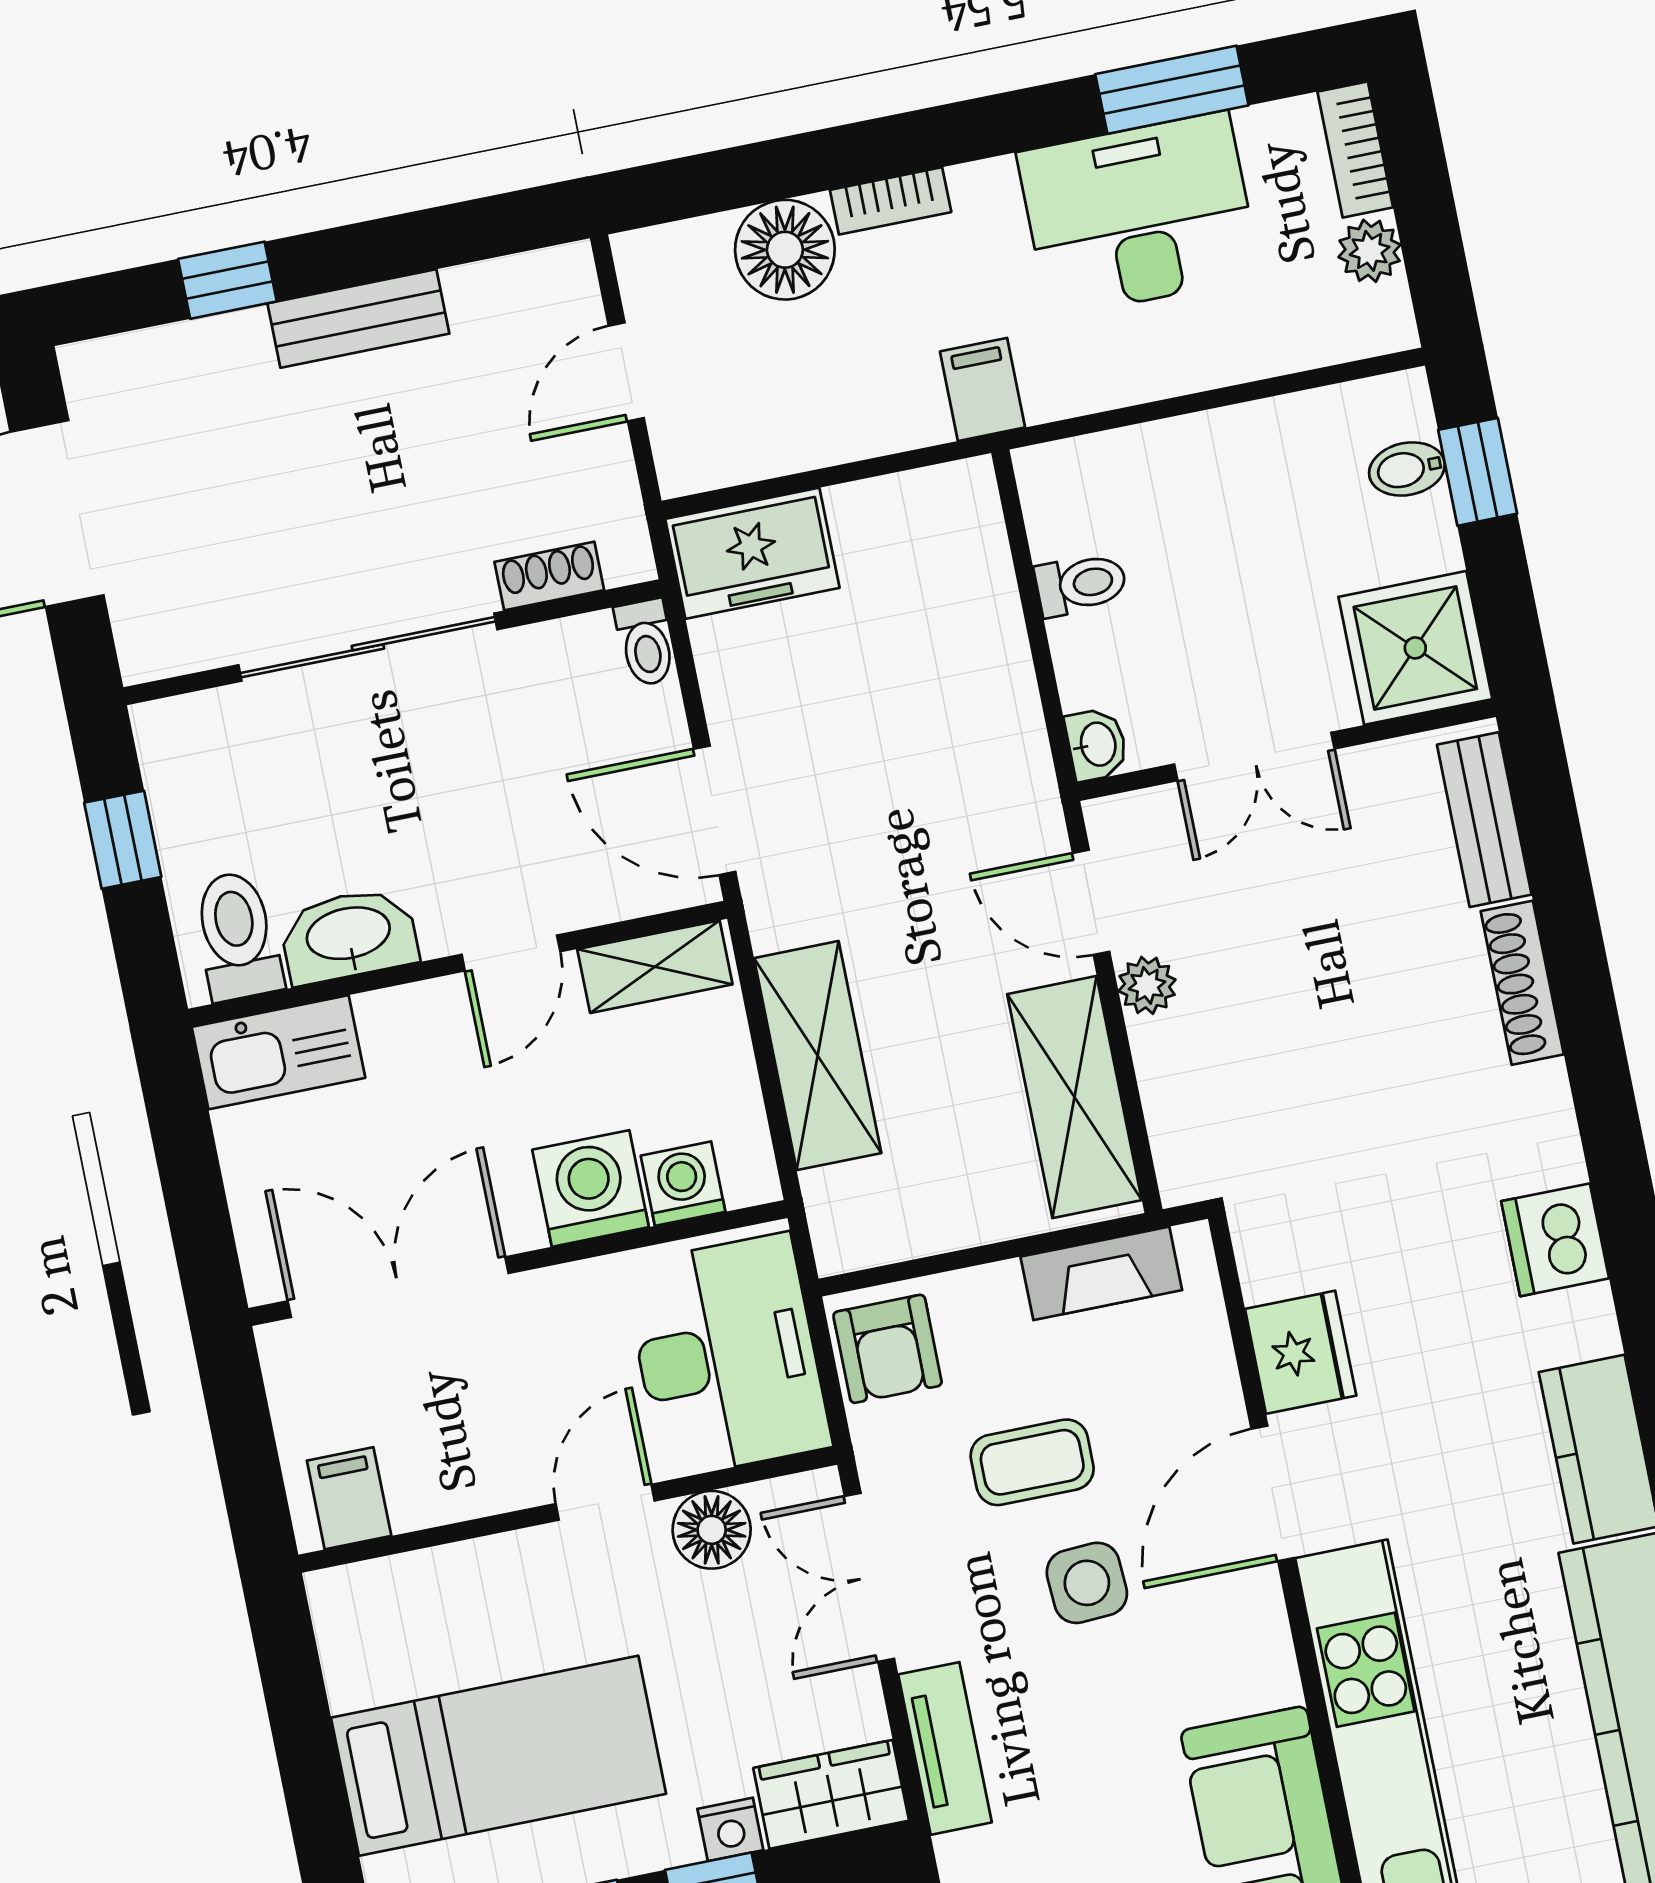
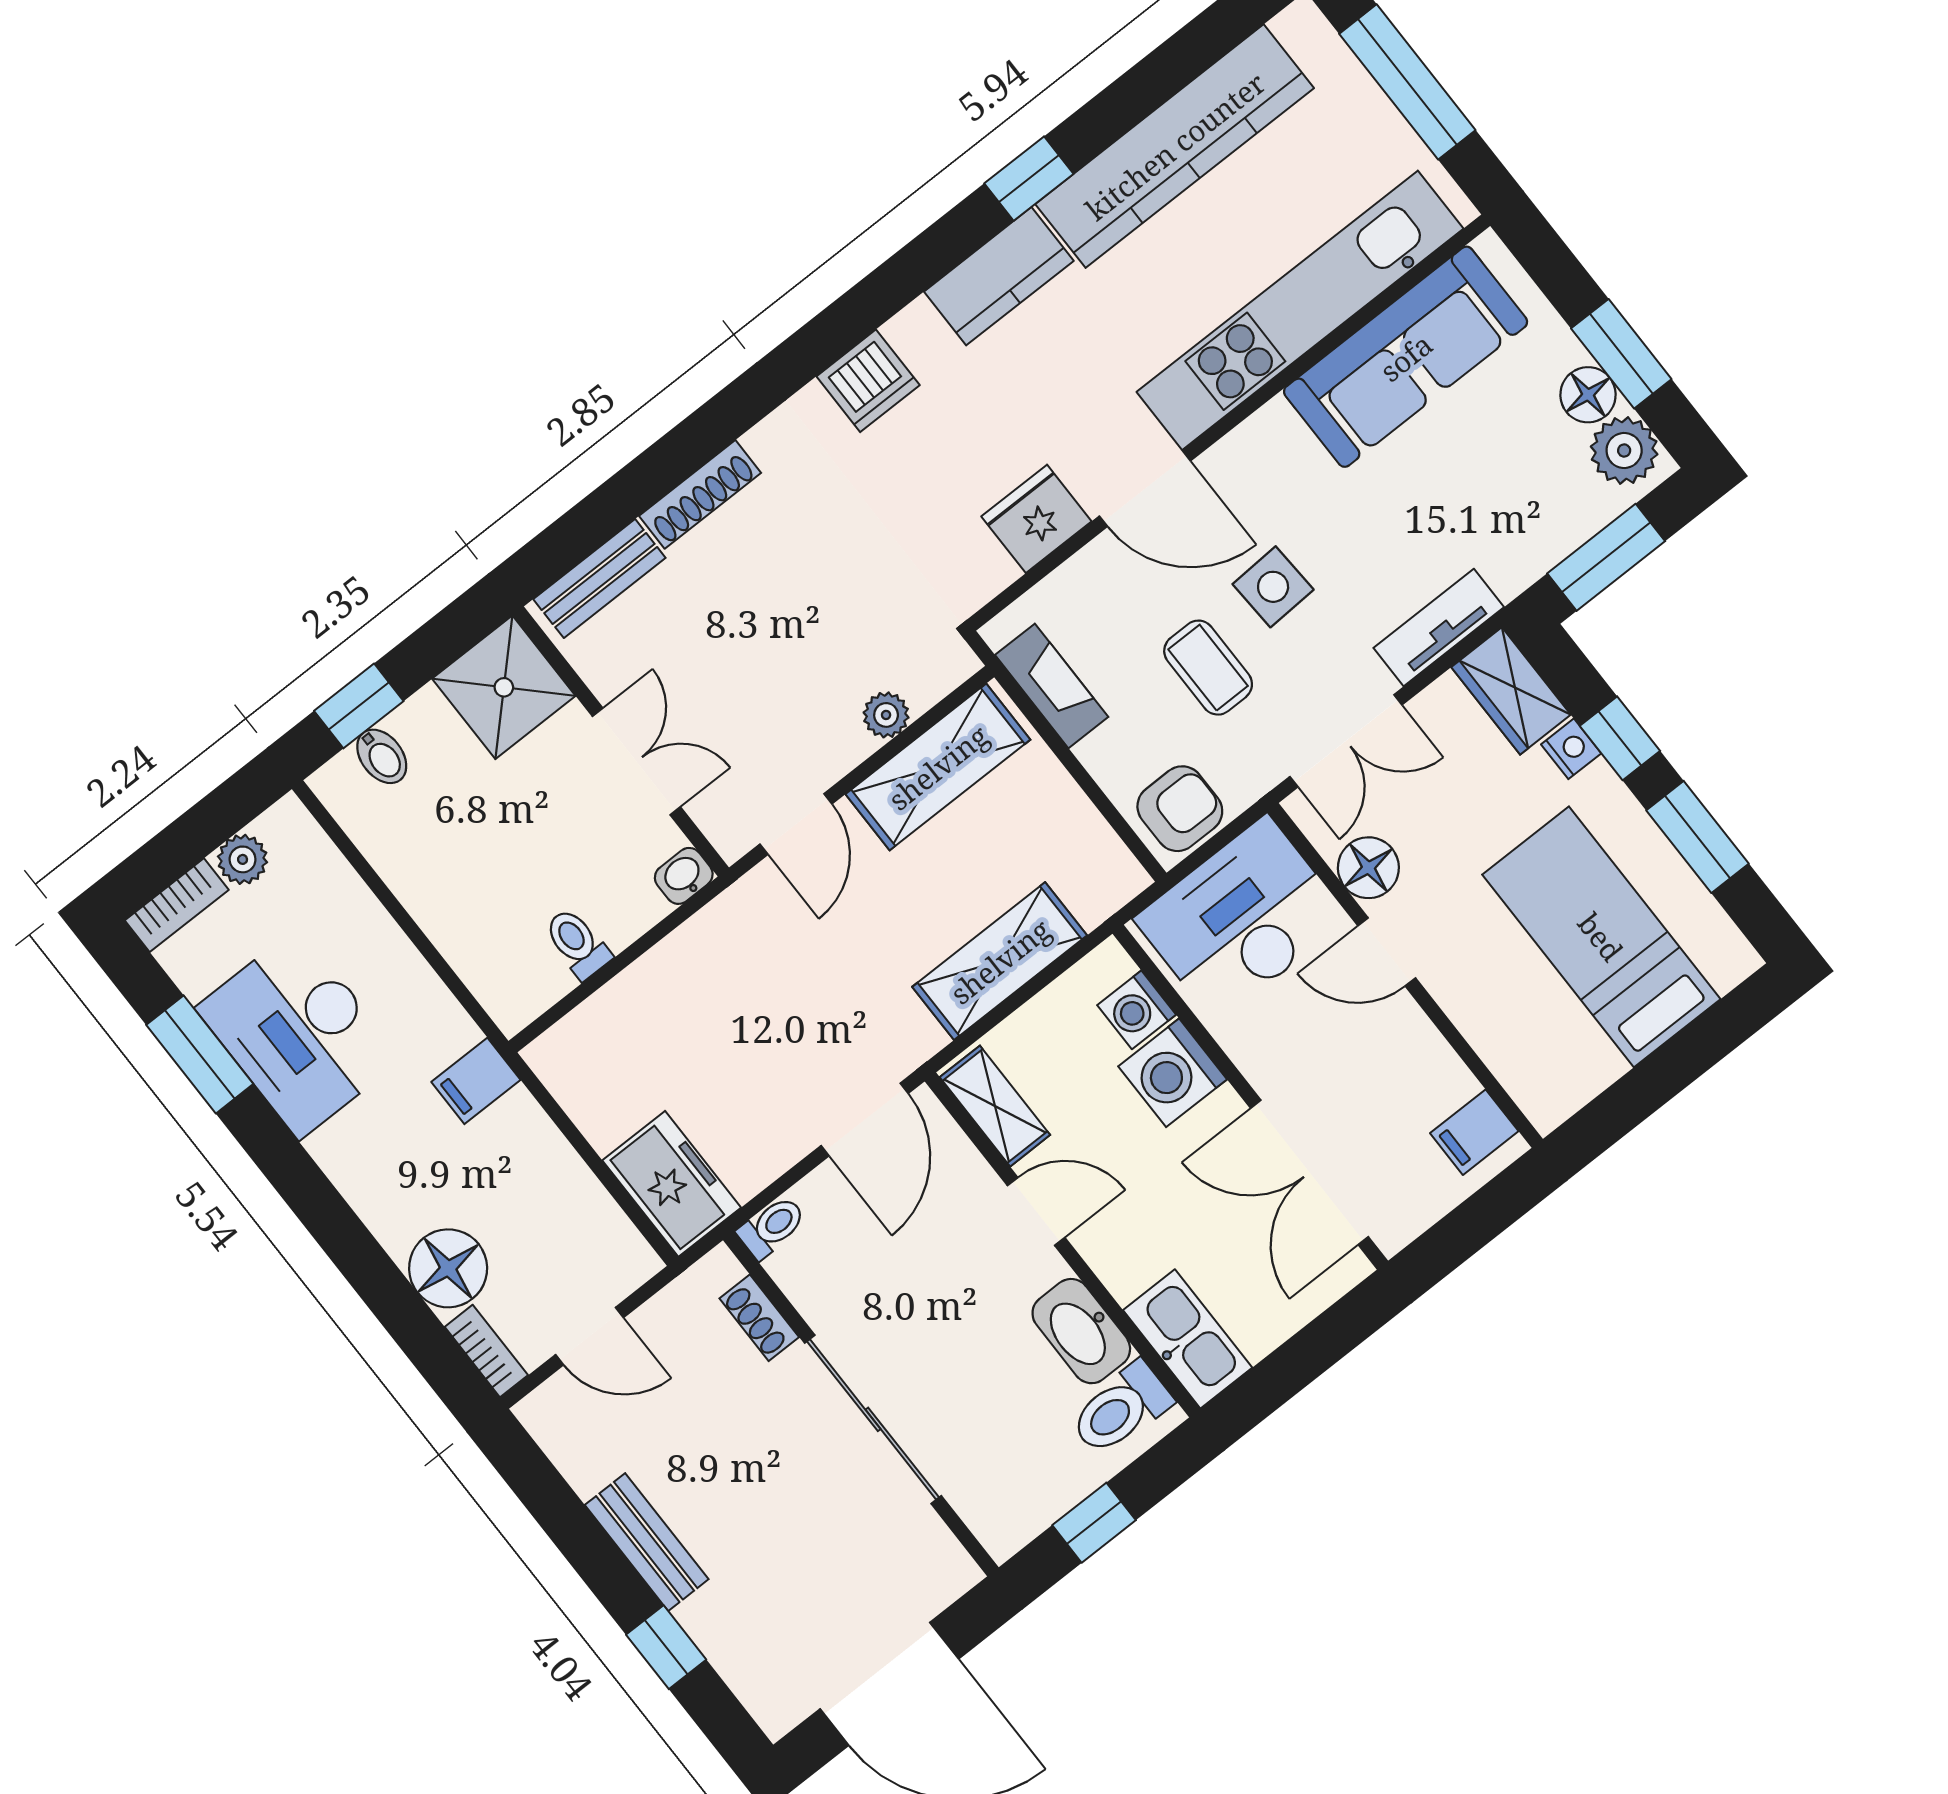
bookcase: (891, 201) -> (486, 1351), moved
plant: (1147, 985) -> (886, 715), moved

